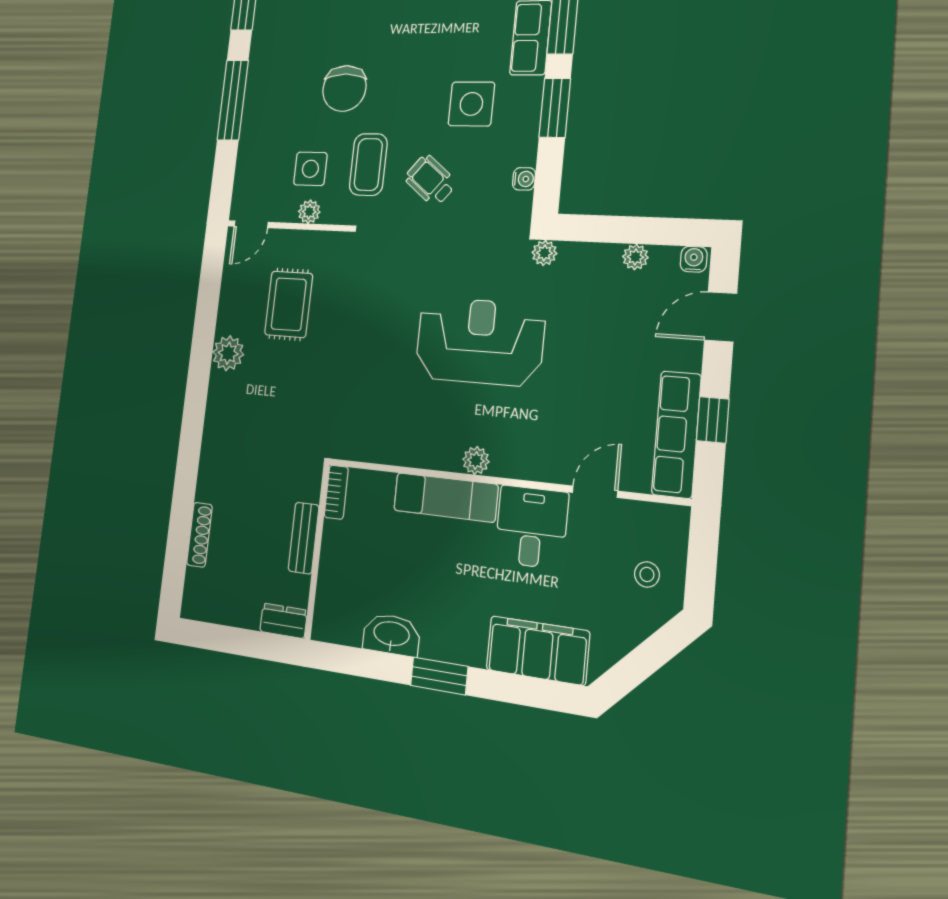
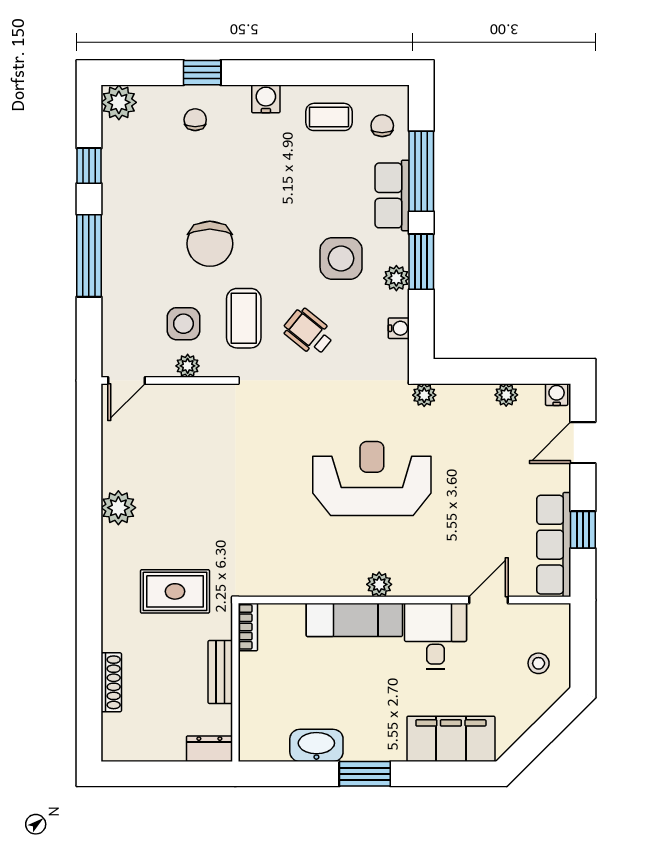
plant: (527, 125) -> (396, 278), added
rug: (289, 304) -> (175, 591), moved, turned 90

